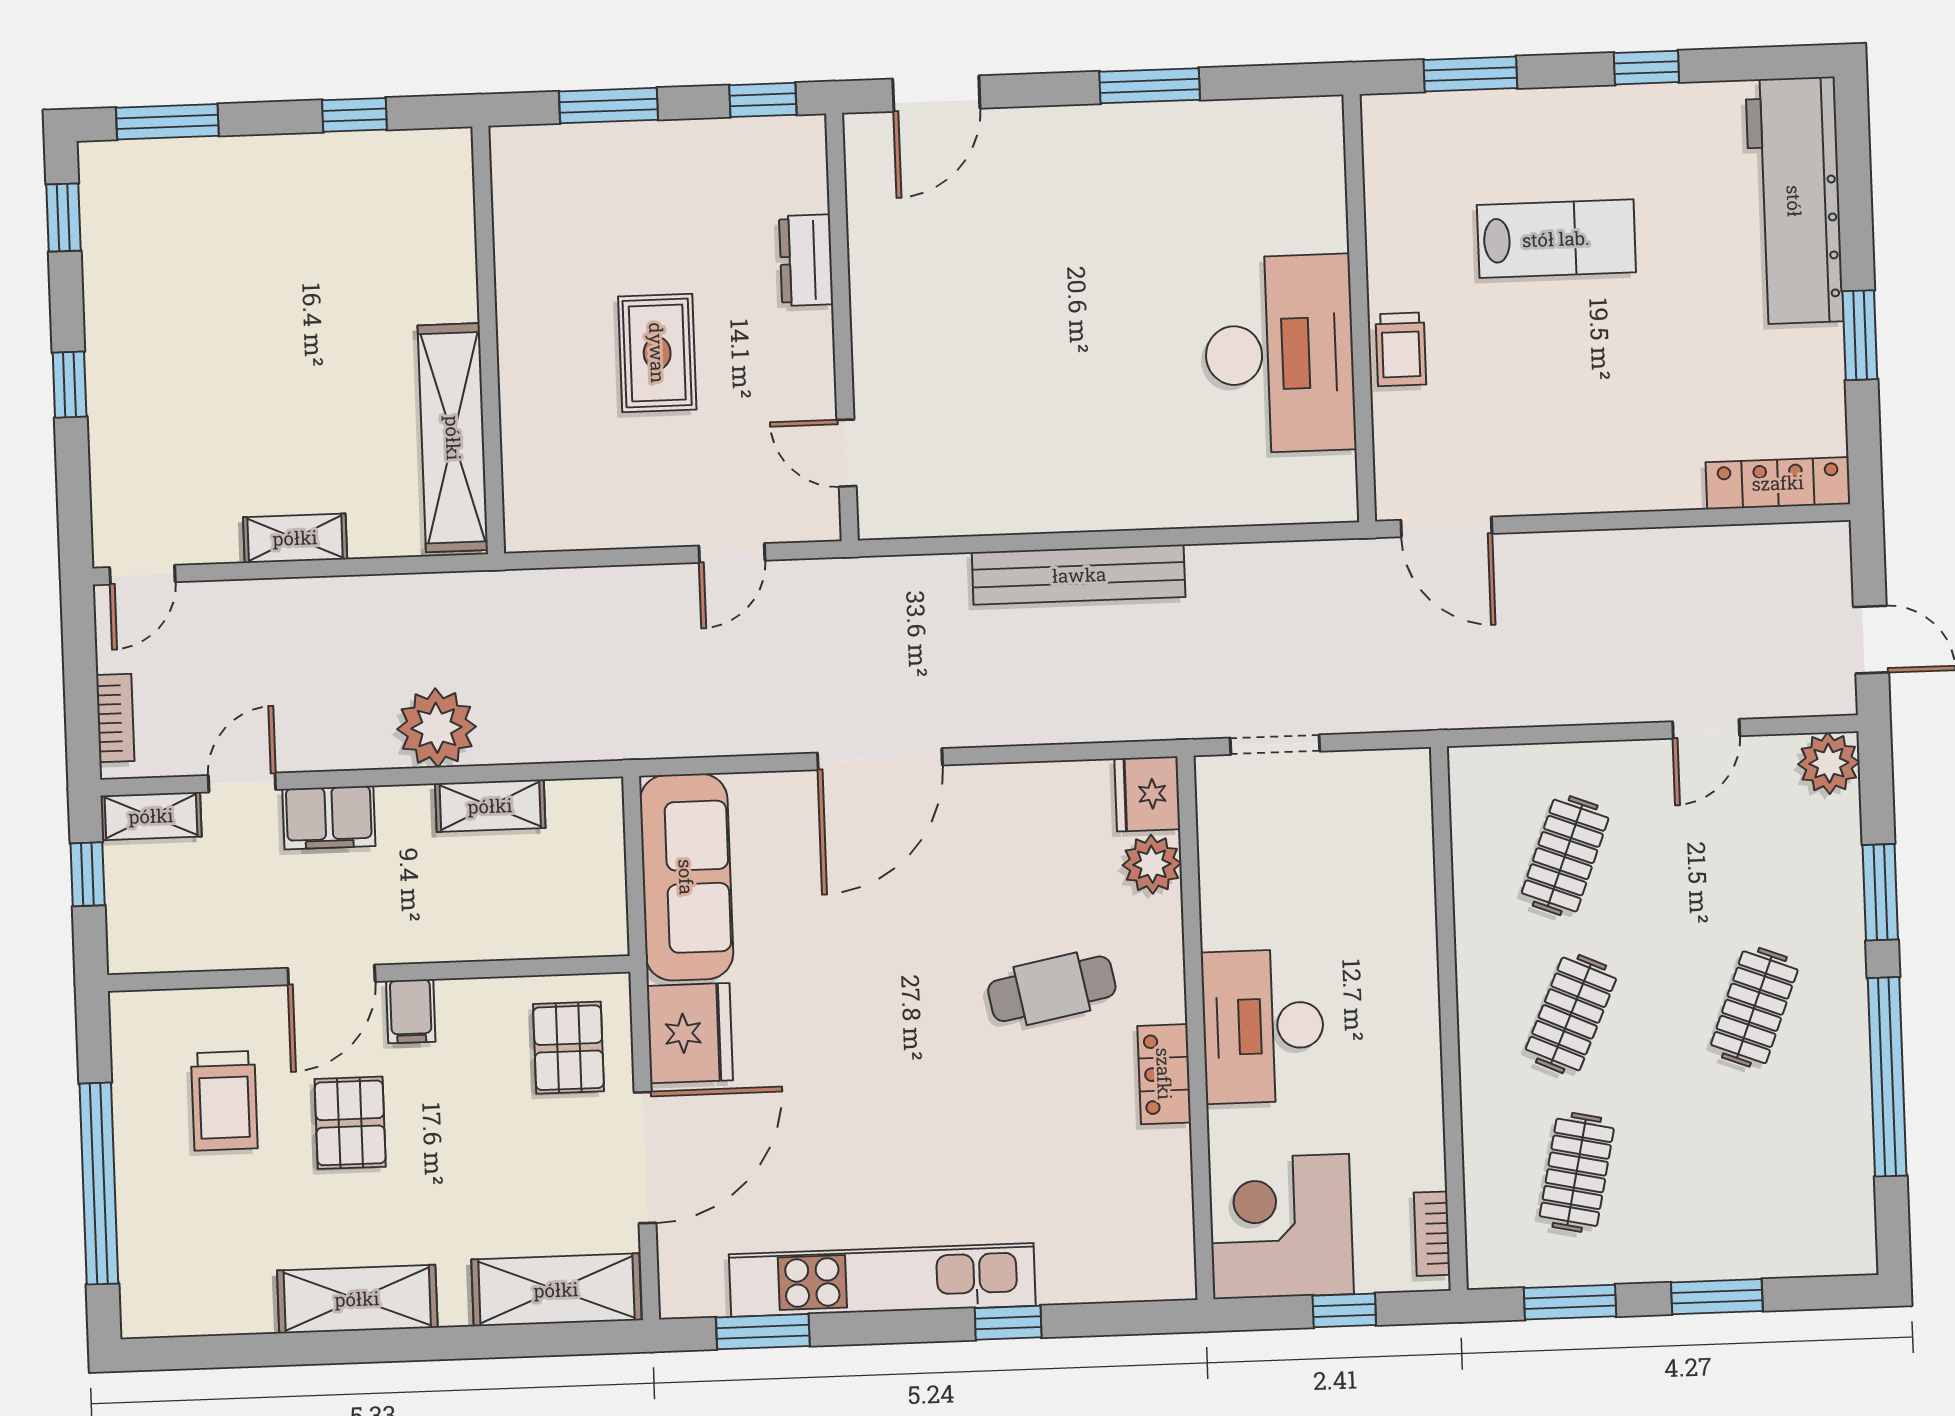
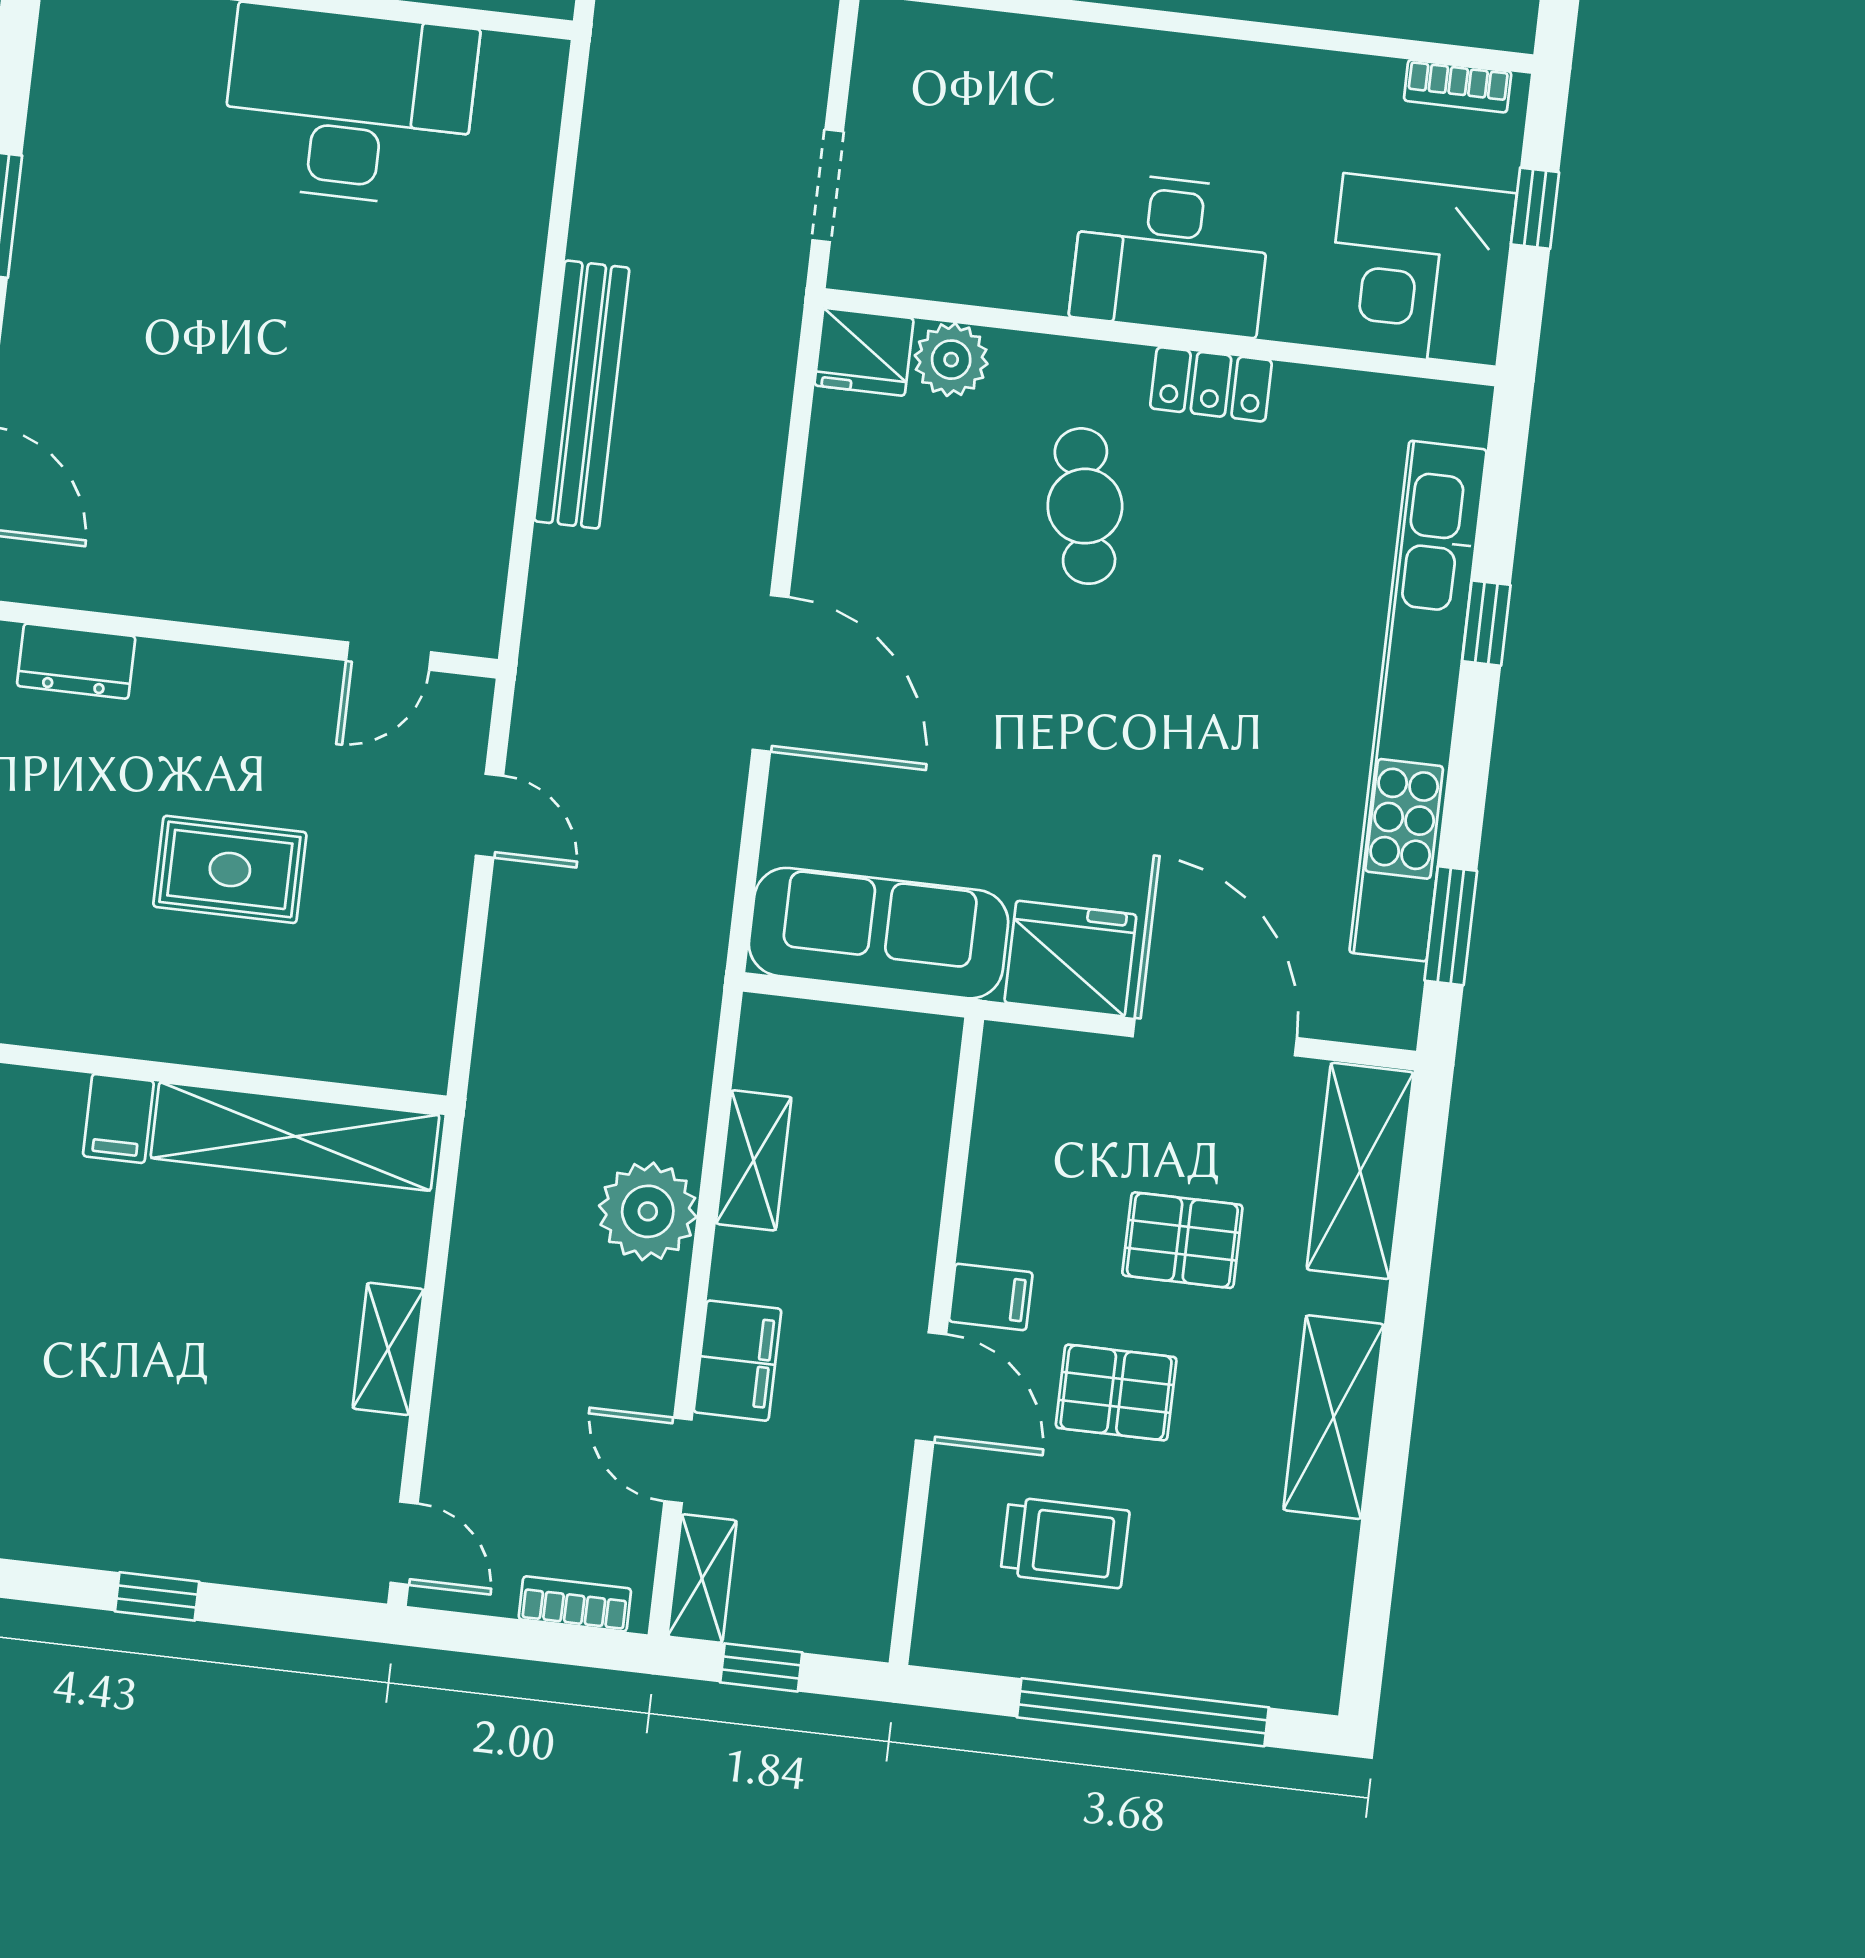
dresser: (806, 260) -> (76, 661), moved
filing cabinet: (445, 295) -> (118, 1119), added
pallet: (569, 1048) -> (1182, 1240), moved
kitchen unit: (882, 1280) -> (1418, 701), width x1.36

